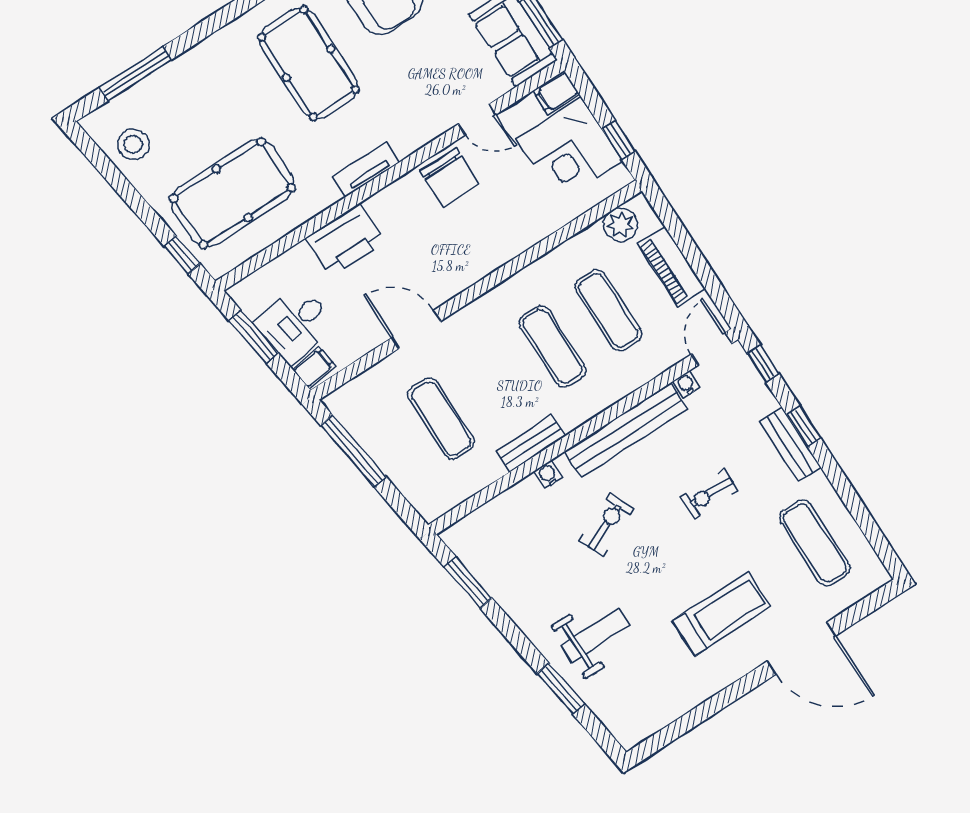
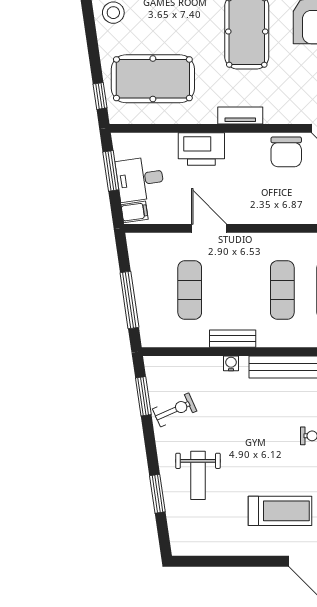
window: (353, 451) -> (129, 300), moved
exercise bike: (606, 525) -> (175, 410), moved
weight bench: (595, 635) -> (198, 475), turned 90

